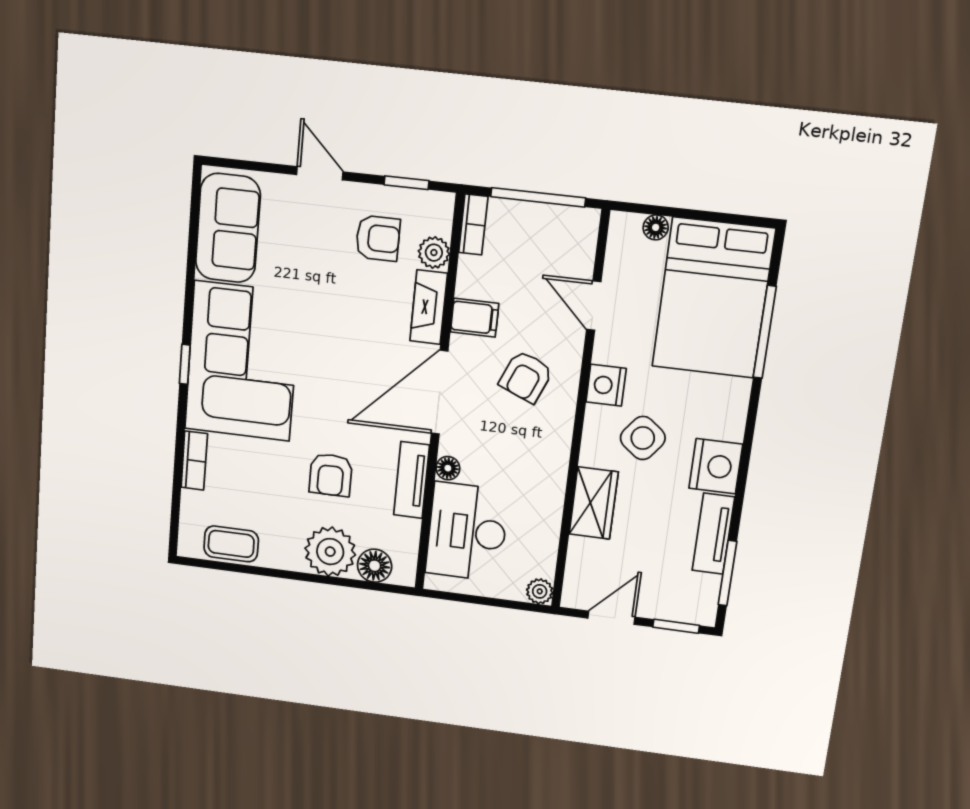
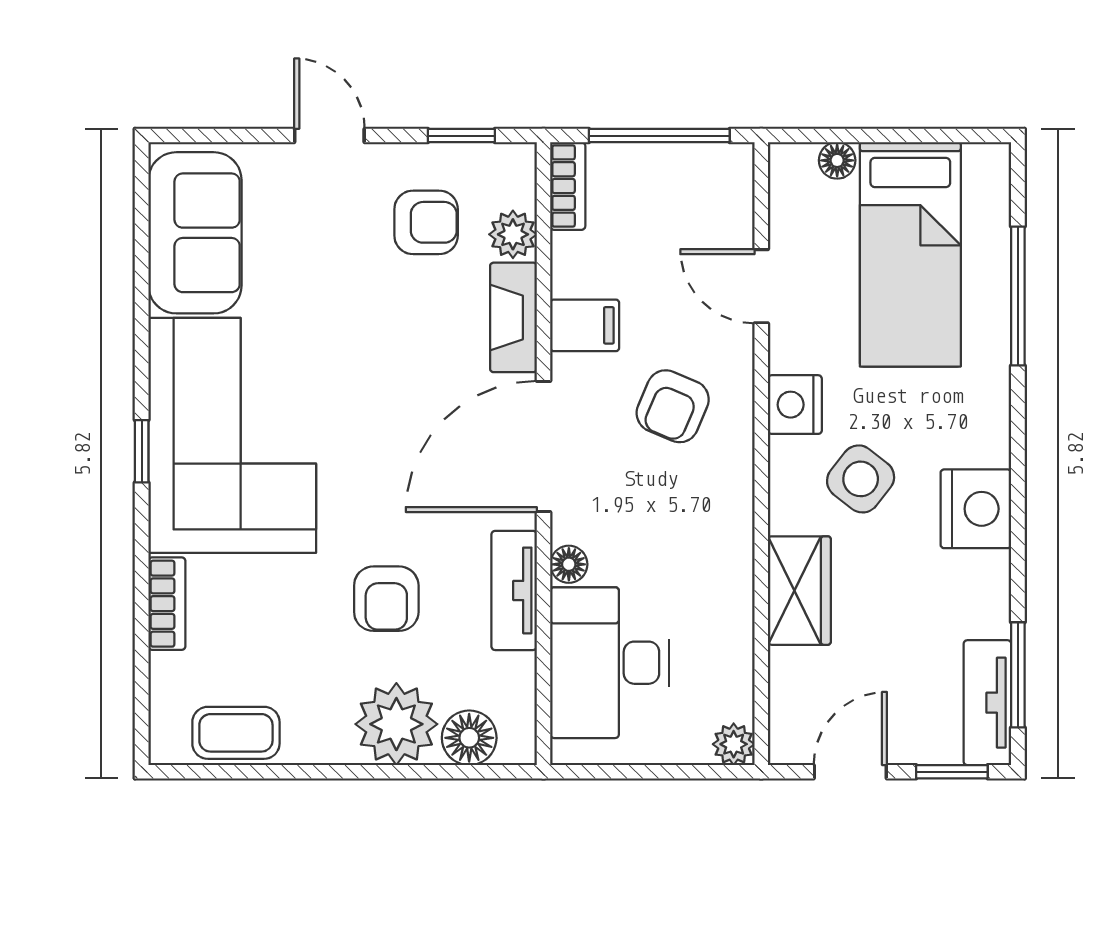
bed: (713, 298) -> (910, 254), width x0.67
tv unit: (713, 534) -> (987, 703), moved

